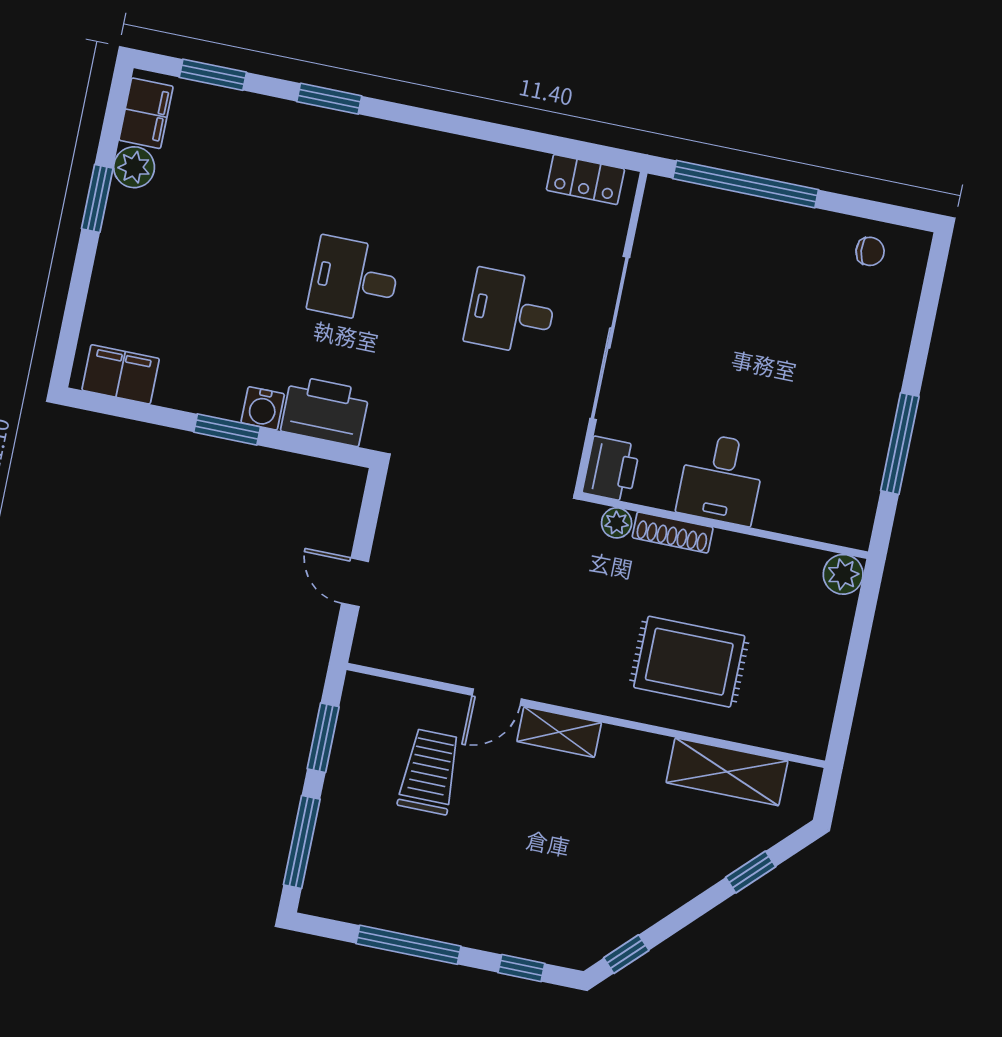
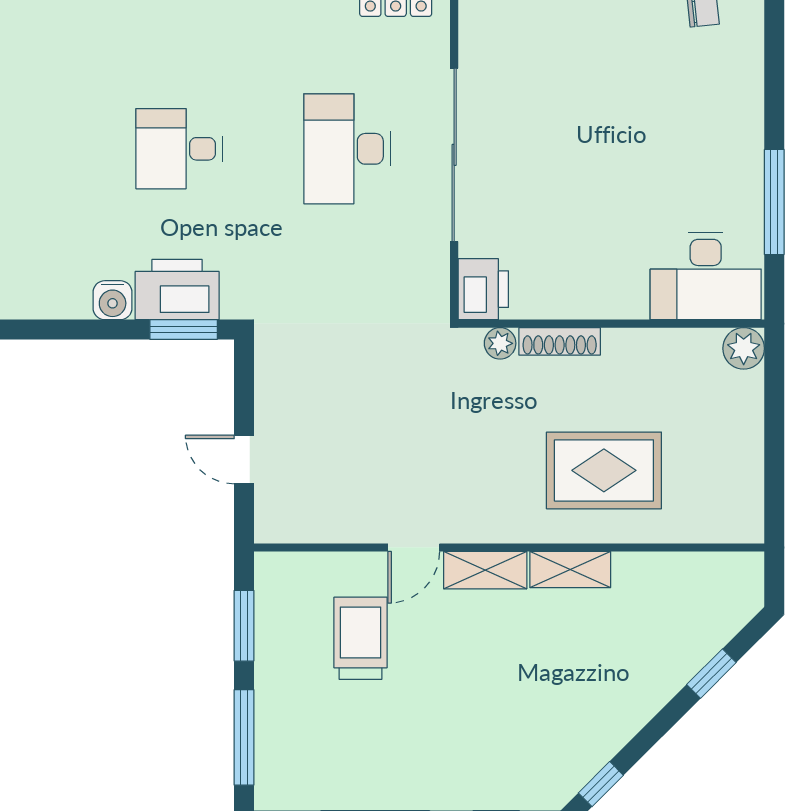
desk: (511, 312) -> (347, 149), width x1.37
window: (227, 430) -> (184, 329), moved
desk: (721, 479) -> (706, 276), moved, width x1.37
shelving: (727, 772) -> (570, 570), moved, width x0.67, depth x0.75

